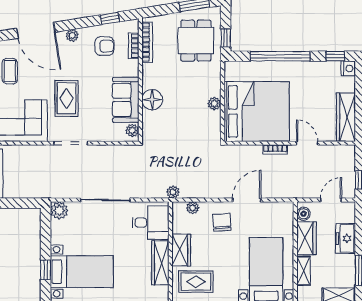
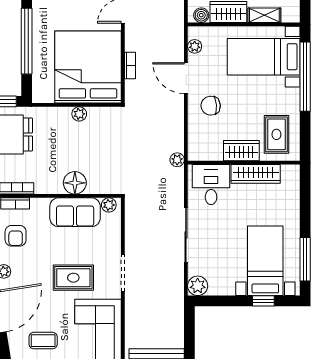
armchair: (104, 46) -> (16, 236), turned 180
bookcase: (275, 150) -> (130, 66), moved
plant: (193, 208) -> (195, 46), moved

